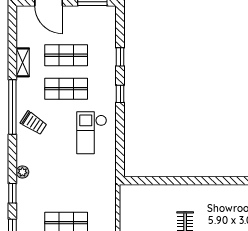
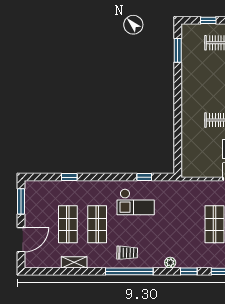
window: (120, 94) -> (144, 177), moved
window: (12, 107) -> (129, 271), moved
trolley: (34, 123) -> (127, 253), turned 58

